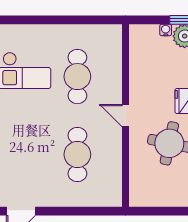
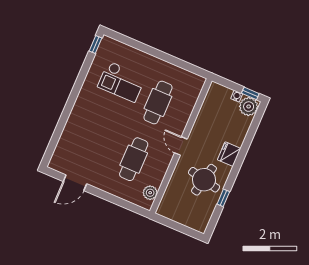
plant: (113, 185) -> (150, 193), added

